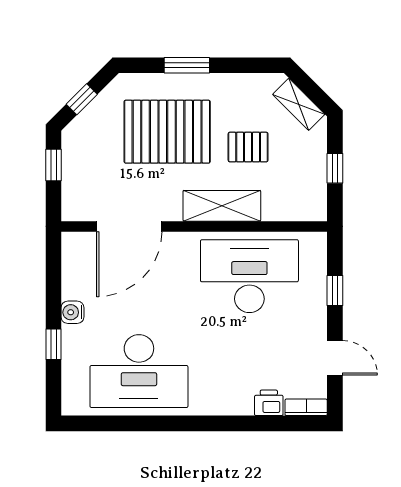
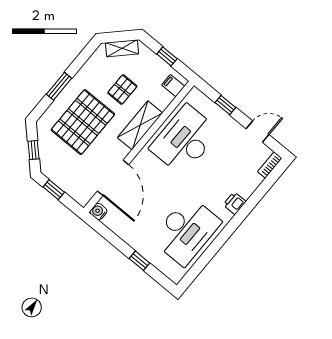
filing cabinet: (305, 206) -> (173, 86), added
water cooler: (72, 312) -> (98, 211), moved, turned 90
printer: (269, 403) -> (234, 203), moved

